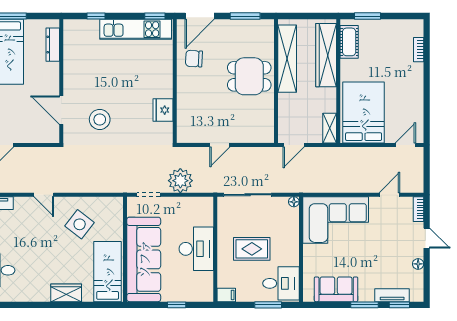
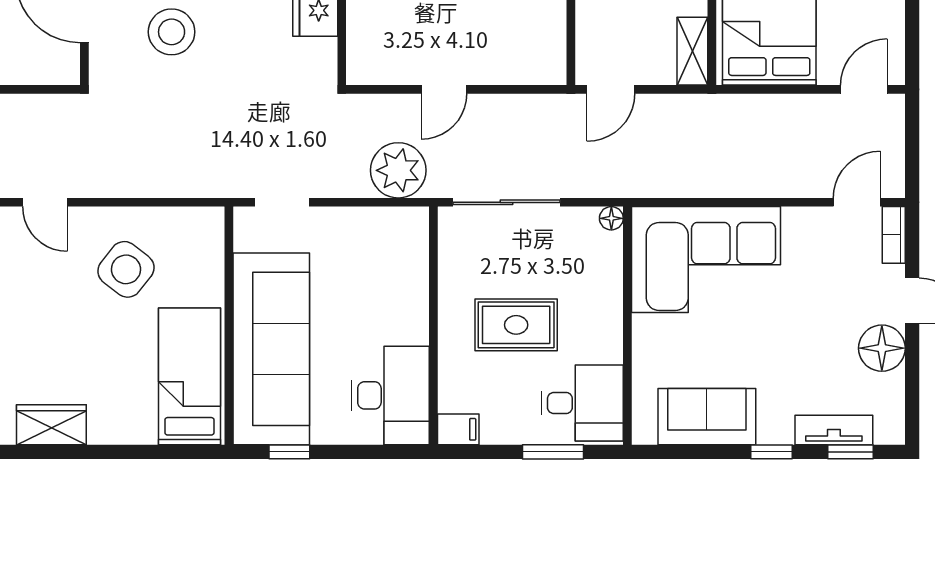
plant: (180, 181) -> (398, 170), moved
door: (389, 195) -> (857, 202), moved
desk: (196, 249) -> (390, 395), moved
floor lamp: (418, 264) -> (882, 348), width x1.89, depth x1.89
wardrobe: (66, 293) -> (51, 425), moved
window: (177, 305) -> (289, 452), moved
window: (365, 305) -> (771, 452), width x0.67

